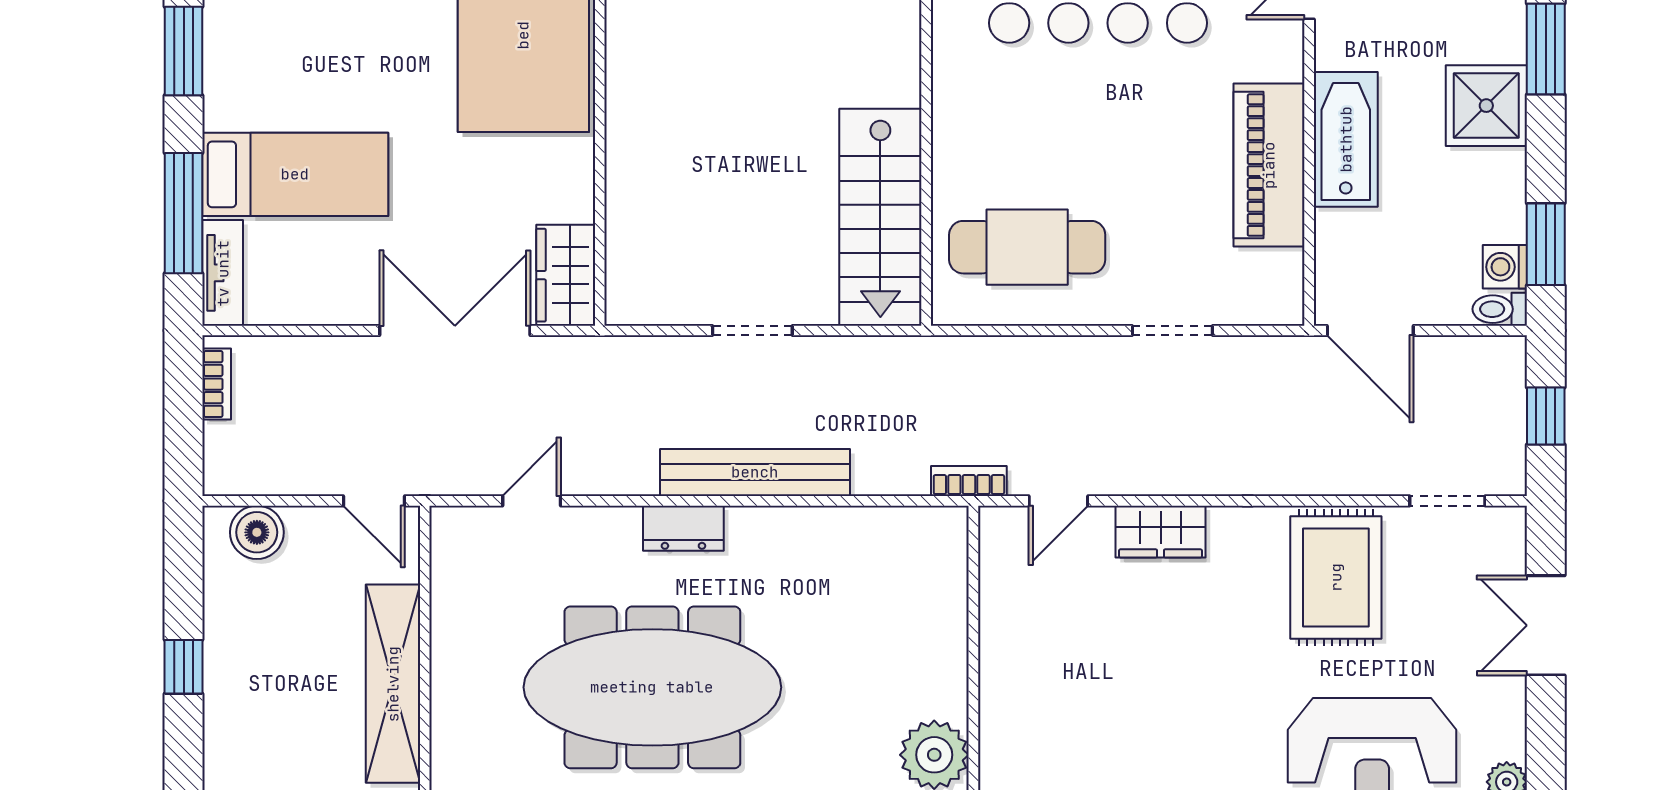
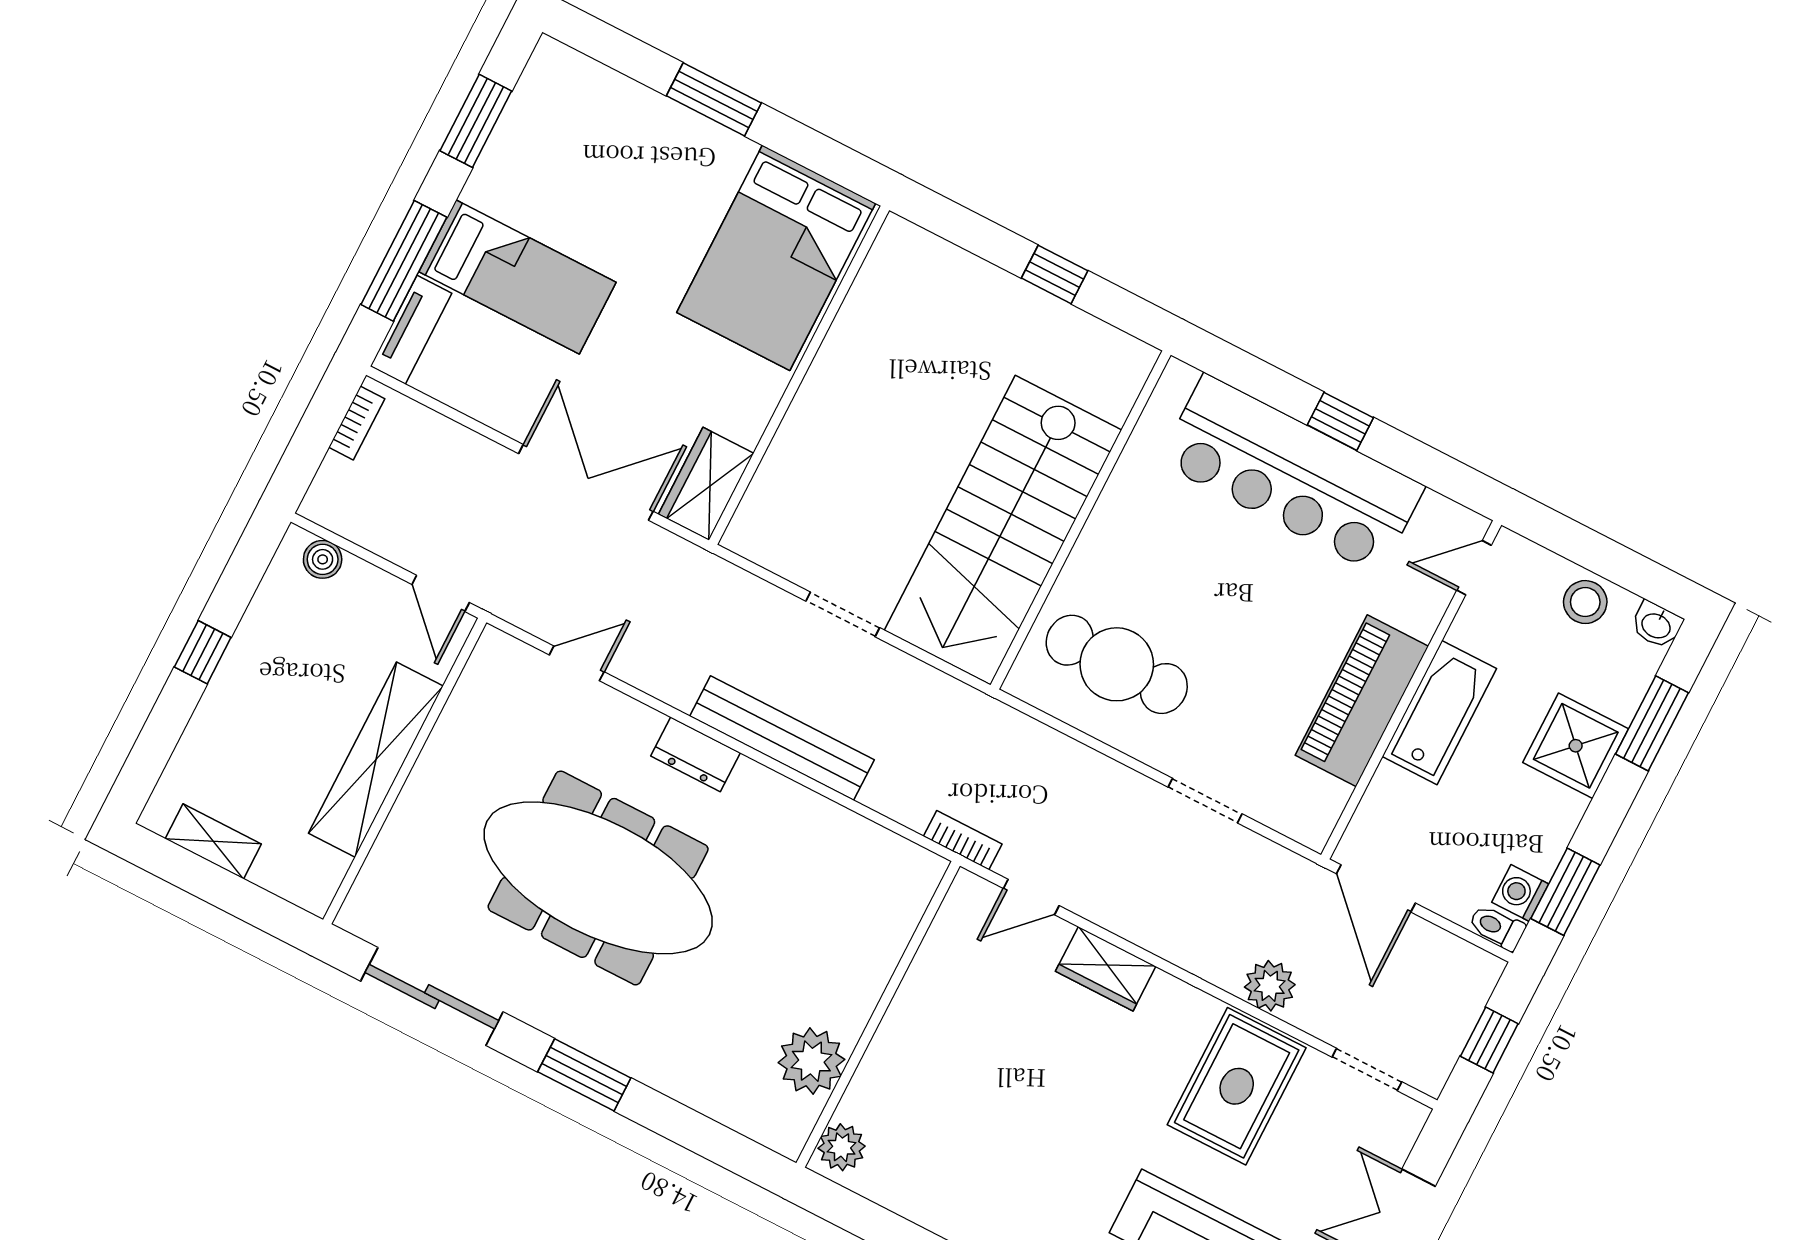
stairs: (880, 217) -> (1003, 530), width x1.36, depth x1.51
plant: (1319, 470) -> (1270, 986), added
boiler: (257, 532) -> (323, 559), width x0.73, depth x0.73

